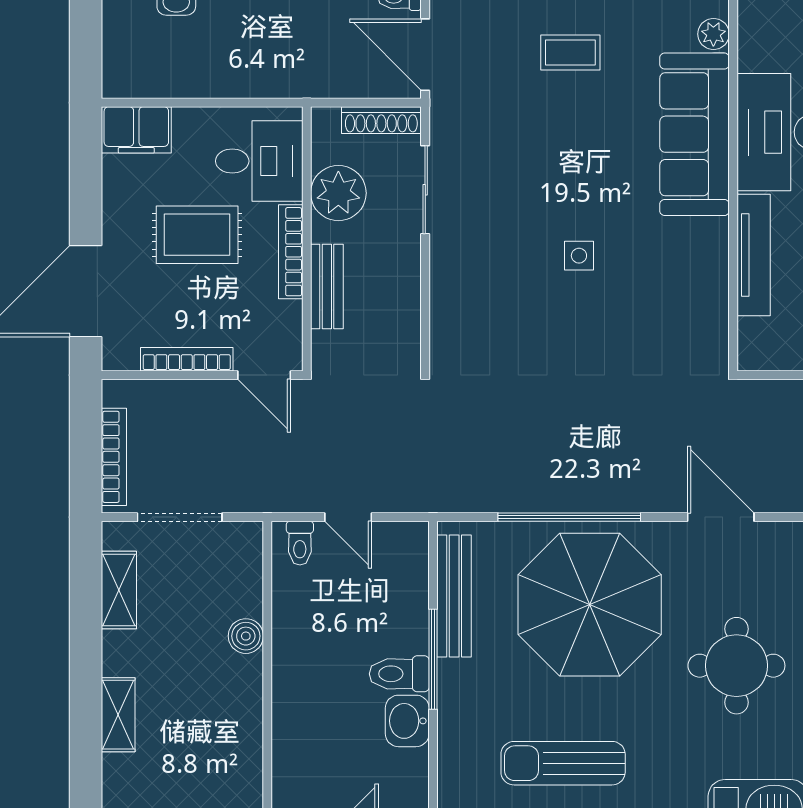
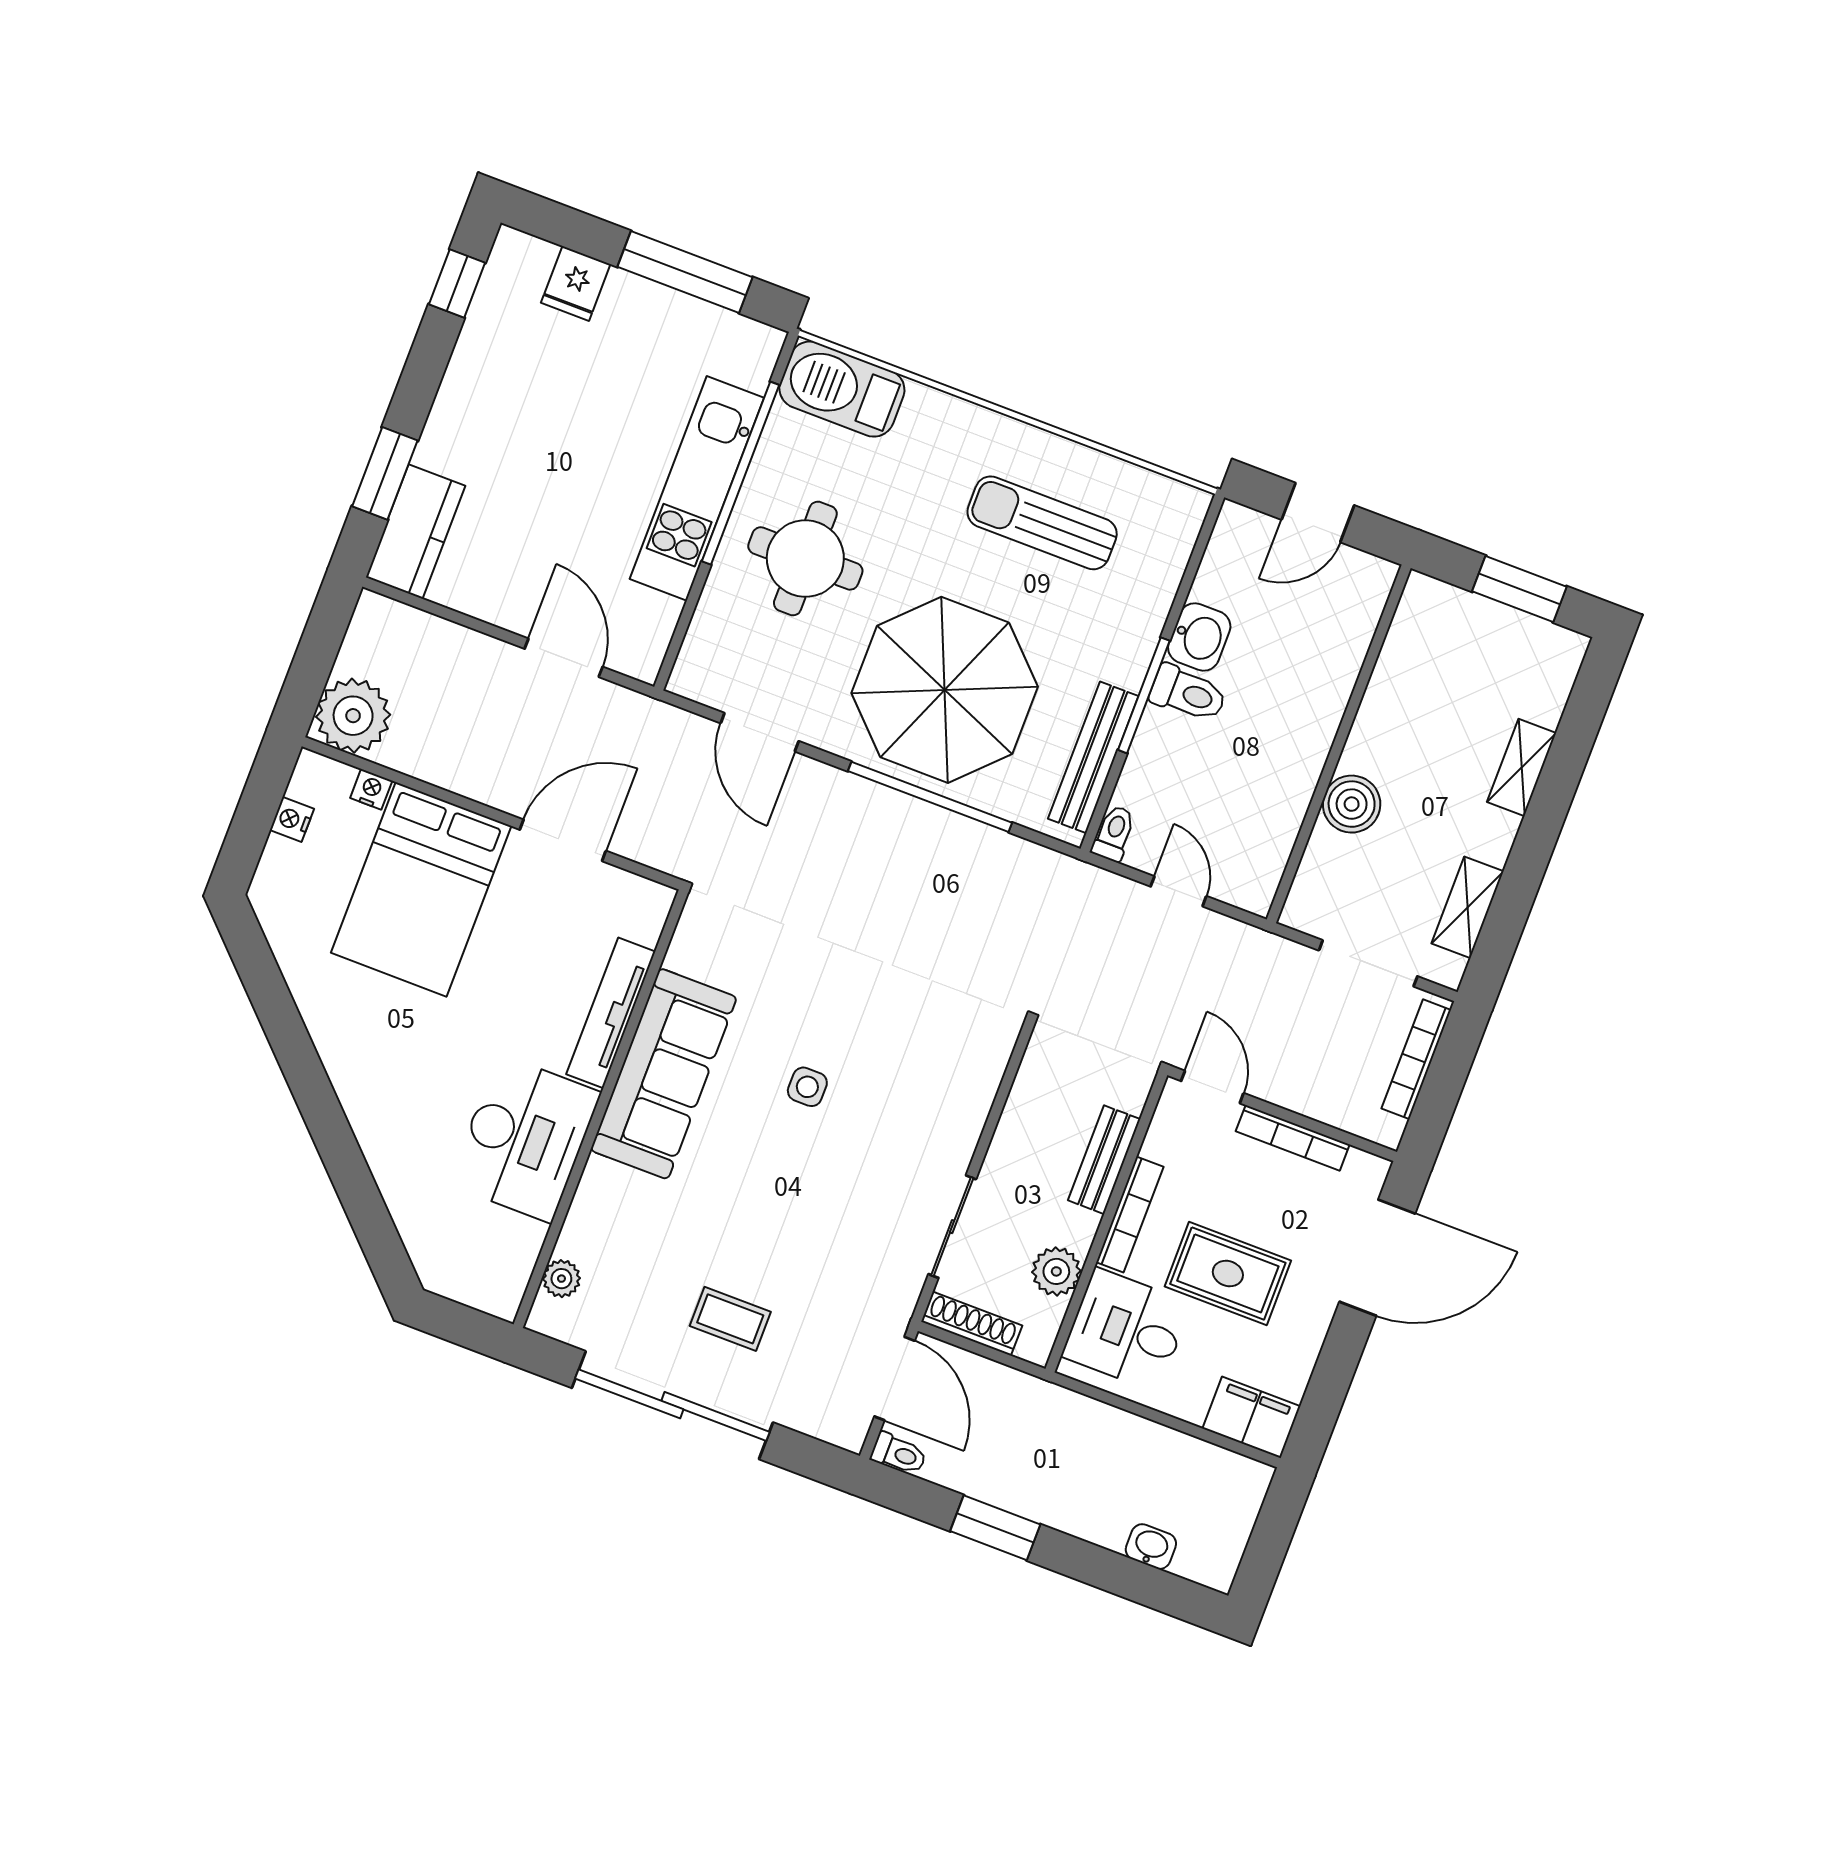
sofa: (695, 134) -> (664, 1074), moved
plant: (338, 193) -> (1056, 1271), width x0.73, depth x0.73
toilet: (300, 543) -> (1114, 833), moved
boiler: (246, 636) -> (1352, 804), width x1.36, depth x1.36
sun lounger: (563, 763) -> (1042, 523), turned 180

